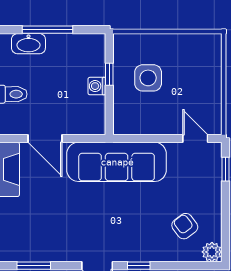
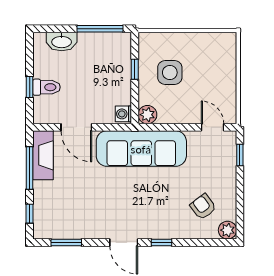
window: (48, 30) -> (100, 29), moved
washing machine: (97, 86) -> (123, 114), moved
plant: (123, 124) -> (147, 115), added

